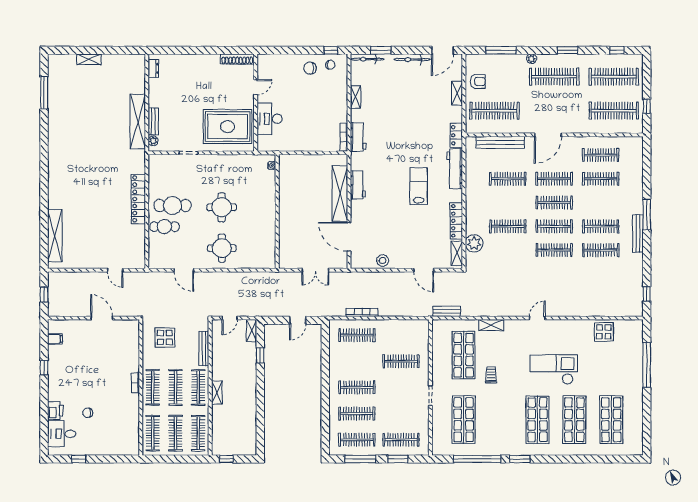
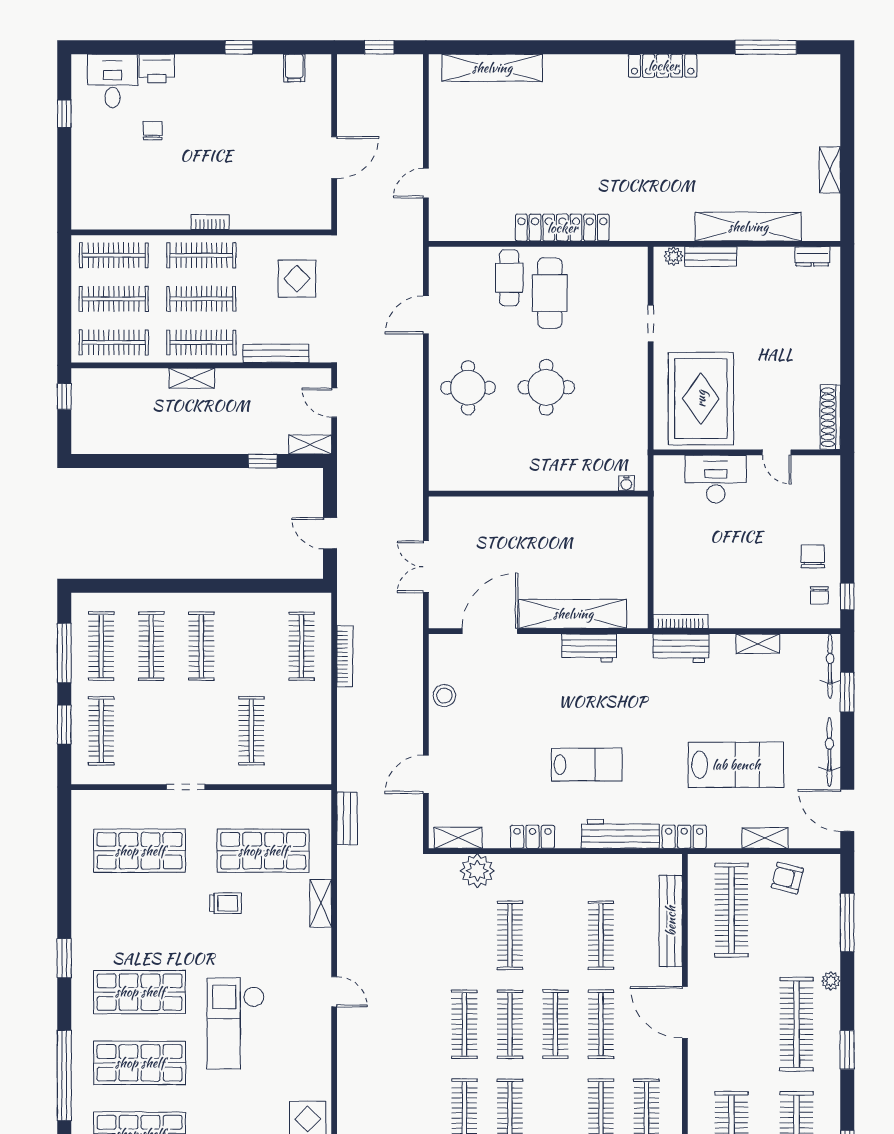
shelving: (89, 59) -> (830, 170), moved
armchair: (478, 81) -> (787, 878), turned 104
lab bench: (419, 108) -> (736, 765), added
shelving: (138, 122) -> (748, 227), moved
locker: (54, 147) -> (663, 66), added
locker: (456, 221) -> (533, 837), width x0.66
checkout: (554, 369) -> (236, 1023), turned 180
window: (477, 459) -> (64, 1075), moved

